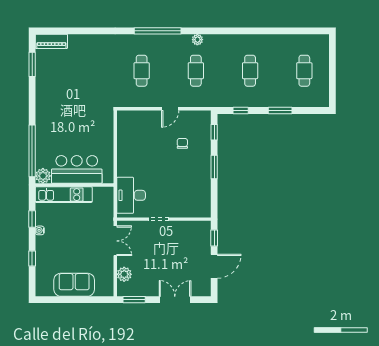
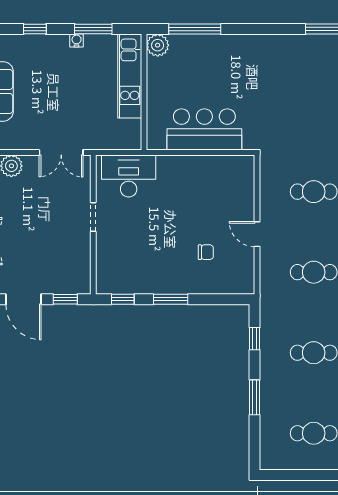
window: (214, 132) -> (123, 299), moved
window: (32, 151) -> (195, 29), width x0.68
bar counter: (77, 169) -> (204, 129), moved, turned -90
window: (32, 219) -> (93, 29), width x1.50

